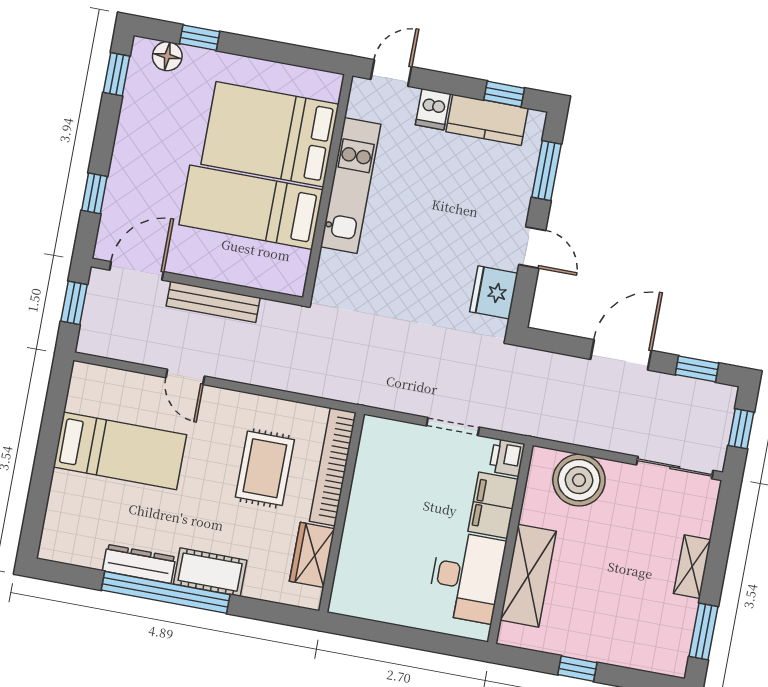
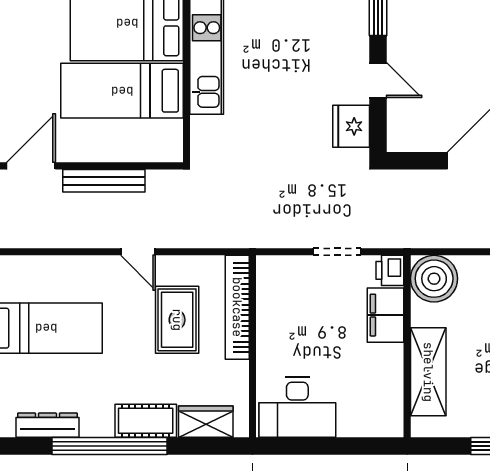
door: (185, 377) -> (138, 252), moved
boiler: (579, 480) -> (434, 279), moved
wardrobe: (312, 555) -> (206, 422), moved, turned 90
dresser: (139, 564) -> (47, 425), moved
desk: (466, 577) -> (297, 407), moved, turned 90

